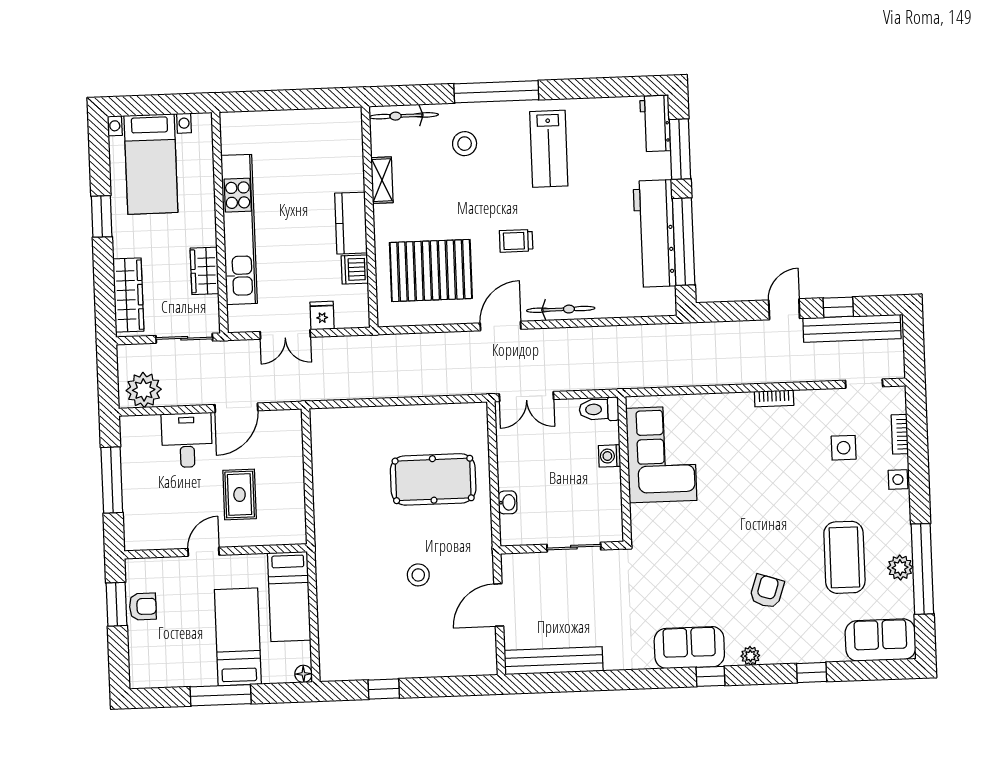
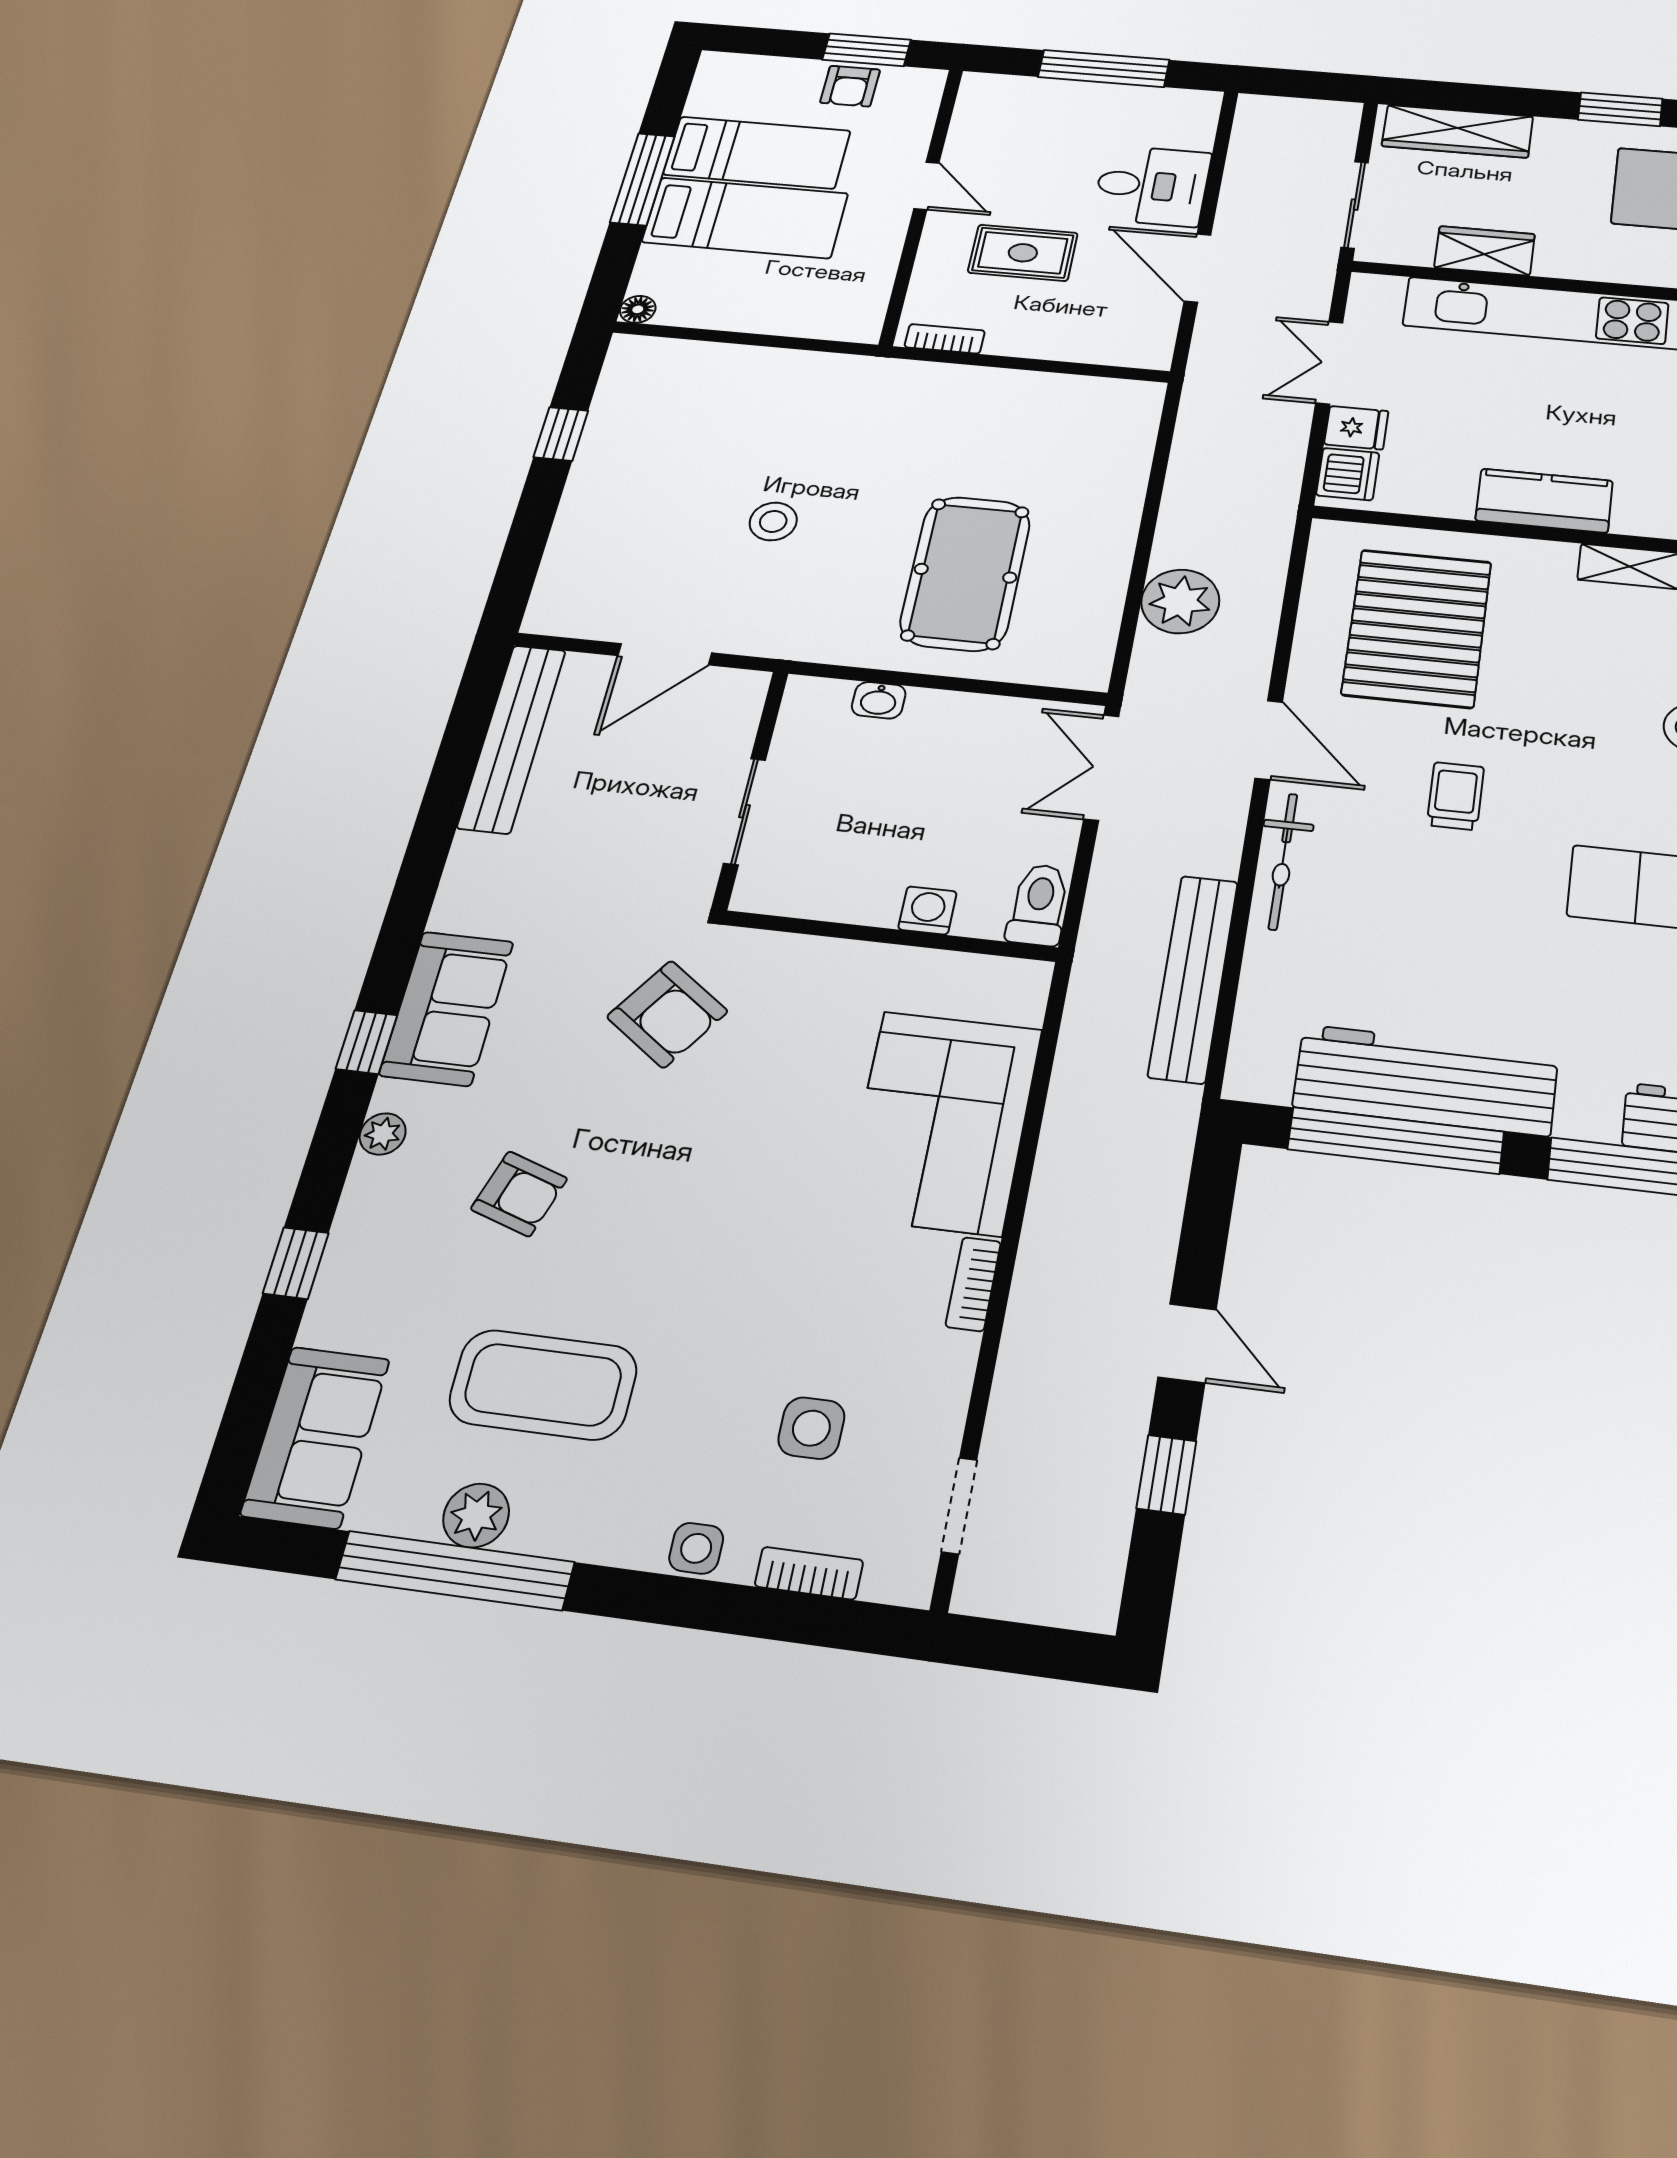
dishwasher: (355, 269) -> (1348, 474), moved, turned 90
bench: (852, 328) -> (1193, 978), moved
plant: (144, 390) -> (1180, 601), moved
corner sofa: (661, 454) -> (942, 1122), moved, turned 90
bookcase: (299, 520) -> (945, 339), added
armchair: (677, 554) -> (667, 1014), added
bed: (289, 596) -> (757, 153), moved, turned 180
door: (499, 605) -> (665, 654), swing flipped

